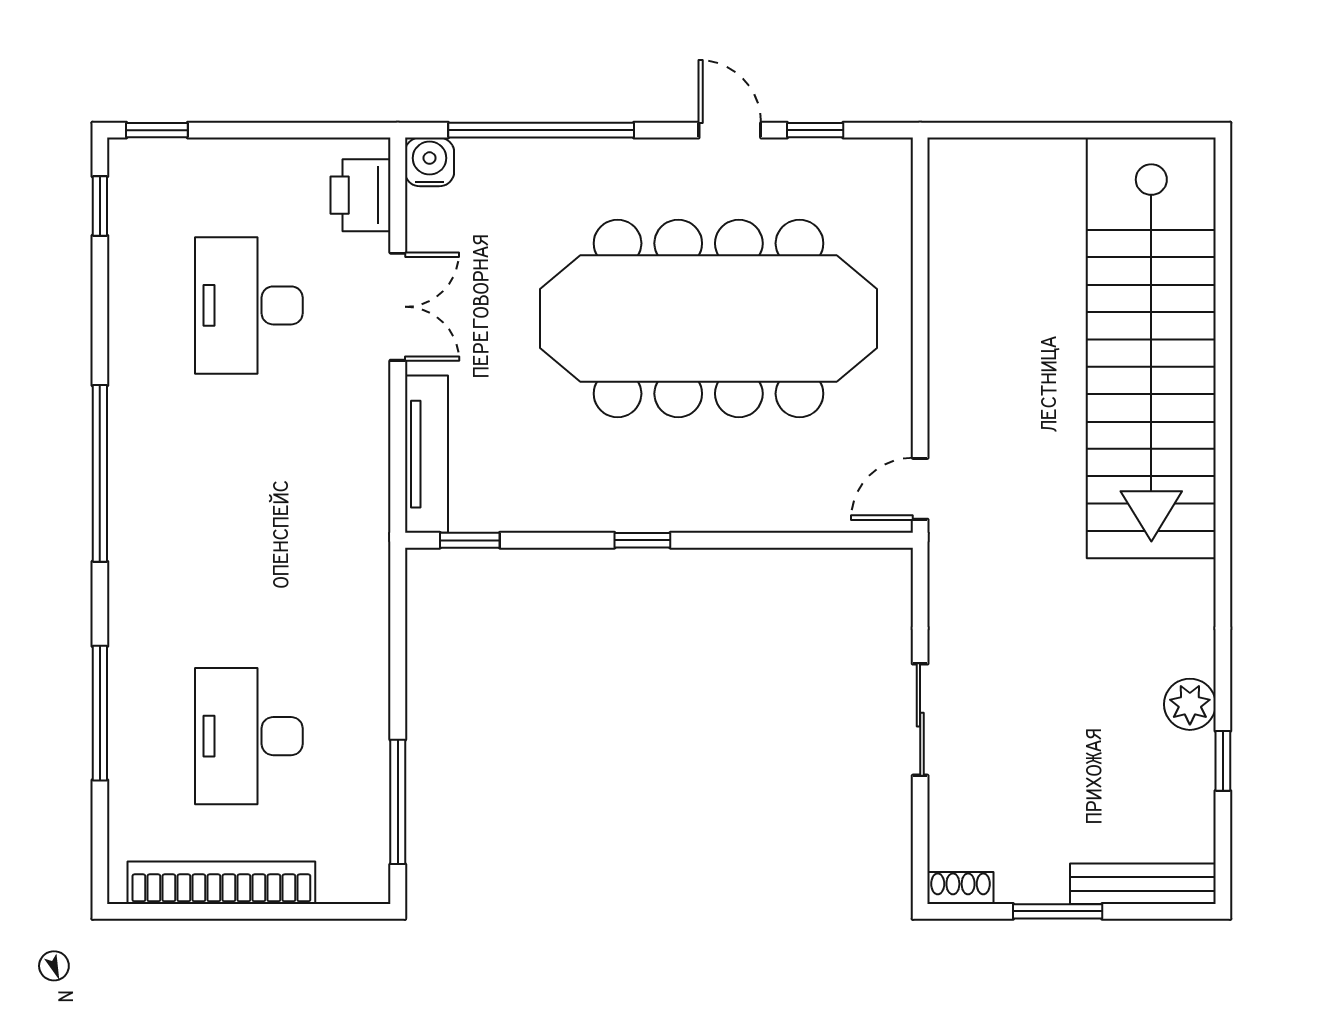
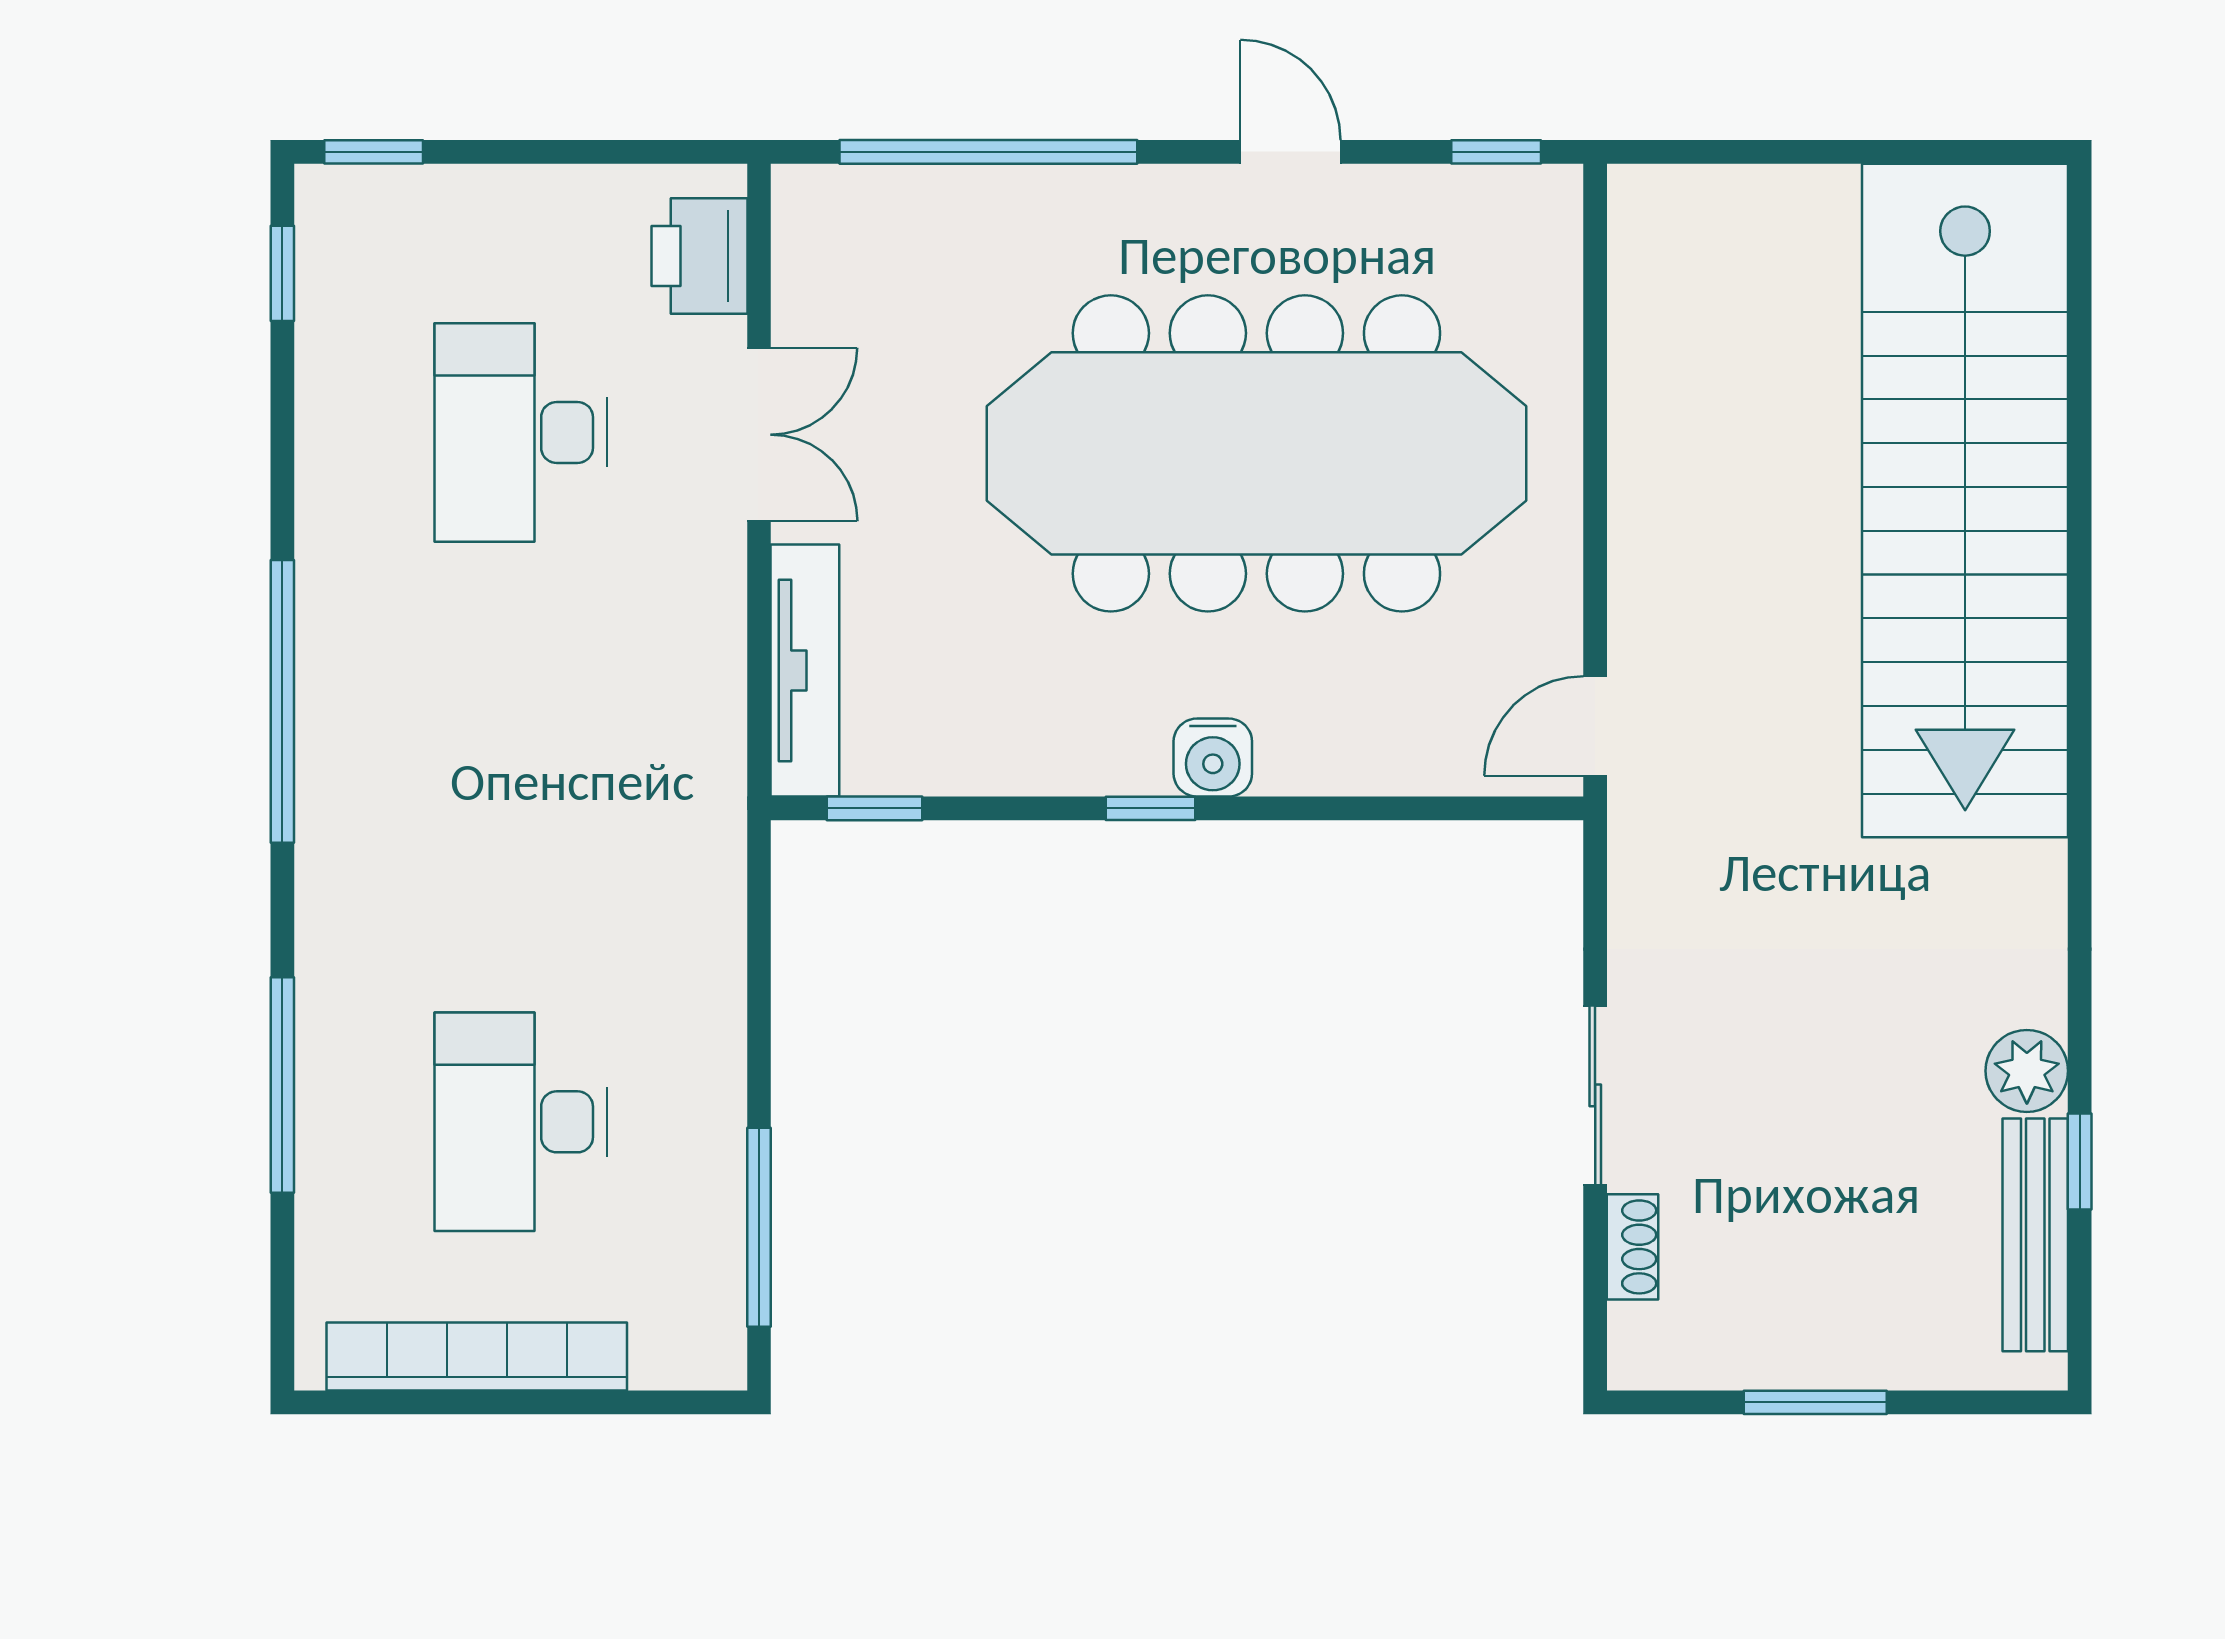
window: (815, 130) -> (1496, 152), moved
water cooler: (430, 162) -> (1213, 758), moved, turned 180
bench: (1143, 884) -> (2035, 1235), moved, turned 90
shoe rack: (960, 888) -> (1633, 1247), moved, turned 90

